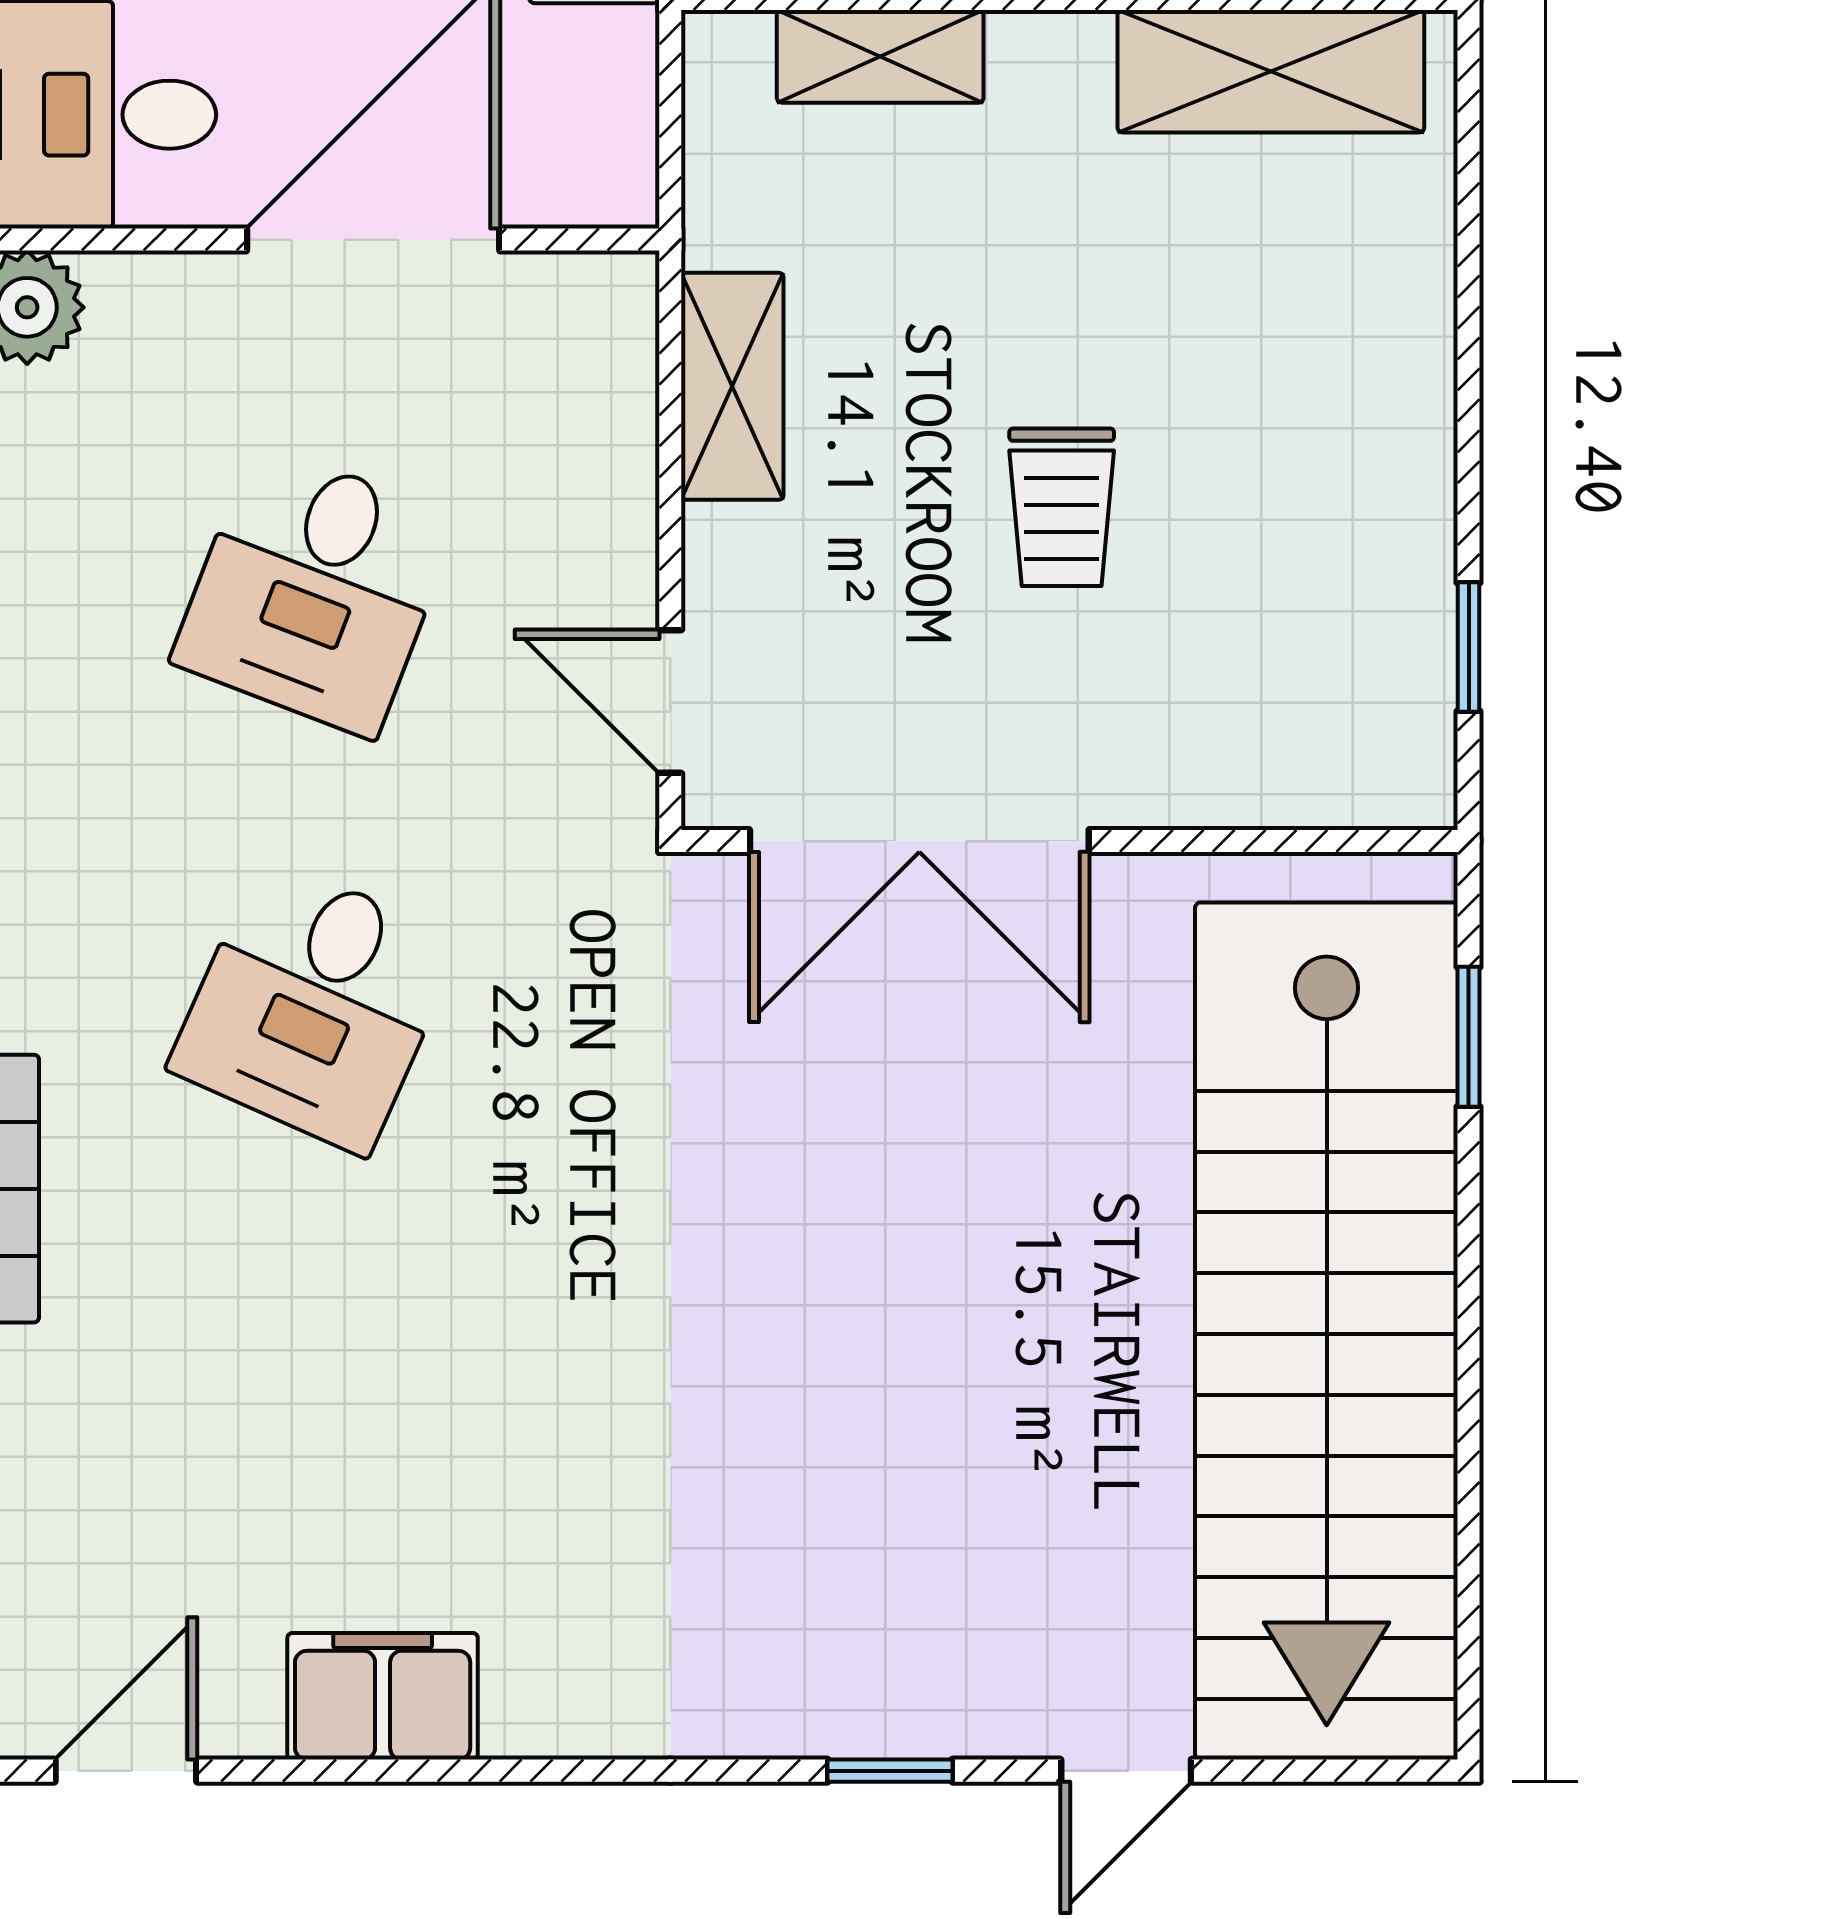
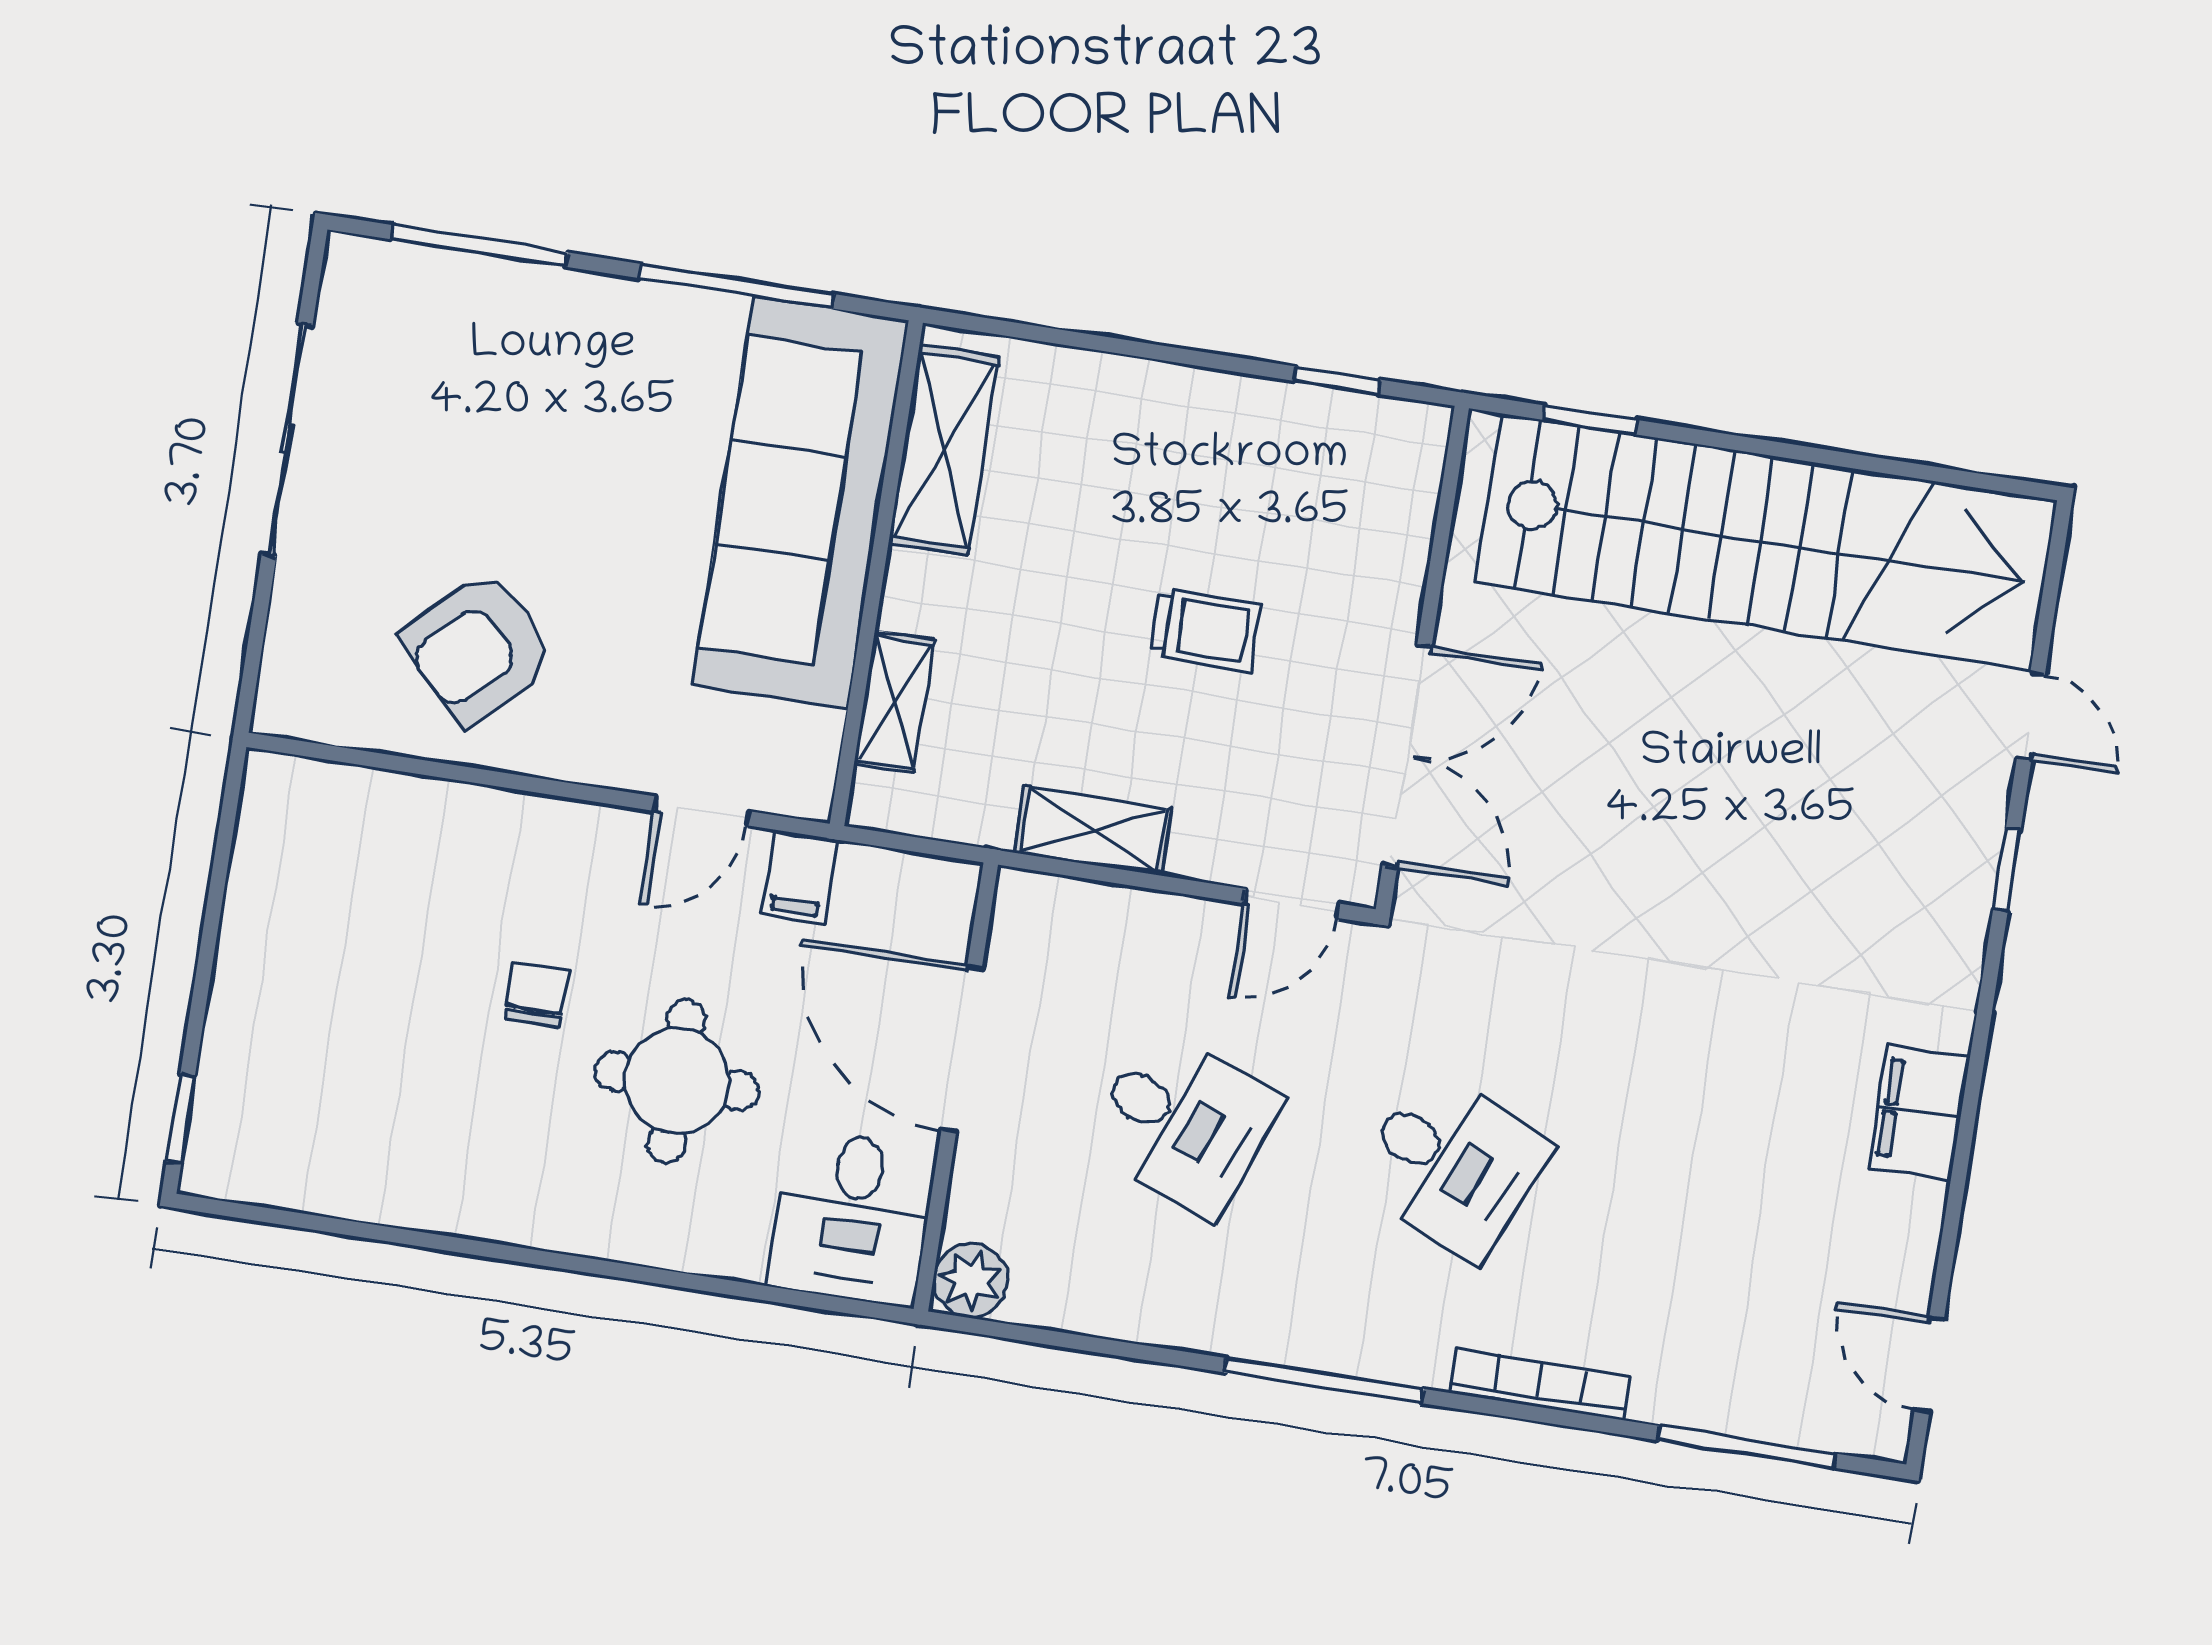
filing cabinet: (383, 1696) -> (1919, 1112), moved

